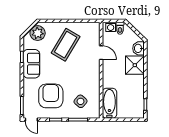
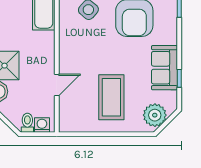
coffee table: (66, 45) -> (111, 97), turned -31
door: (101, 53) -> (57, 85), swing flipped

